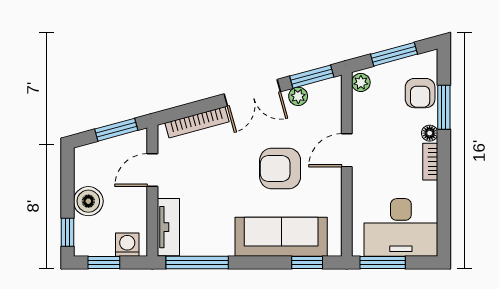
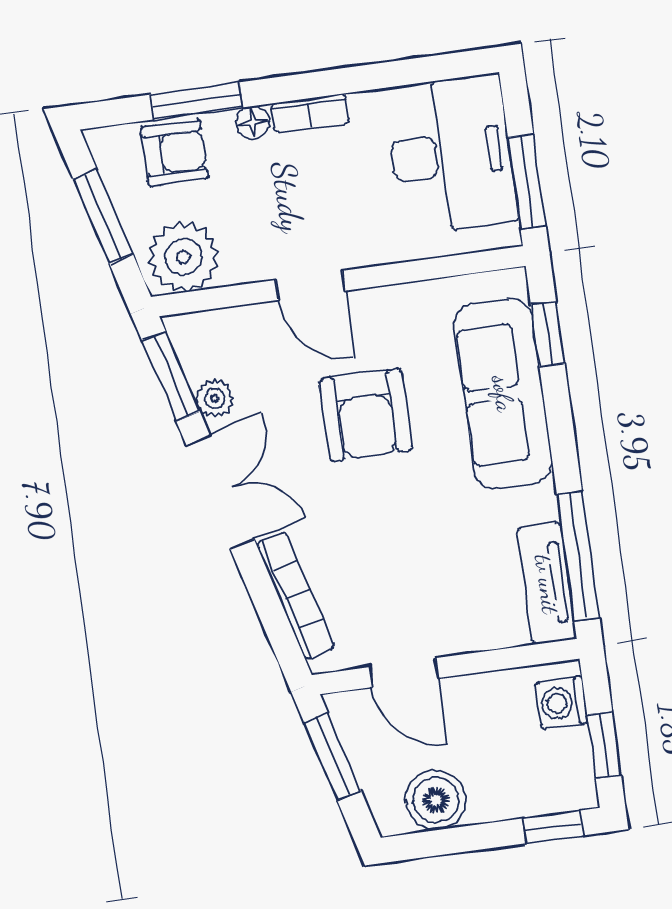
plant: (361, 82) -> (183, 257), width x1.87, depth x1.87
boiler: (88, 201) -> (436, 800), moved
tv unit: (168, 227) -> (547, 584), moved, turned -90

